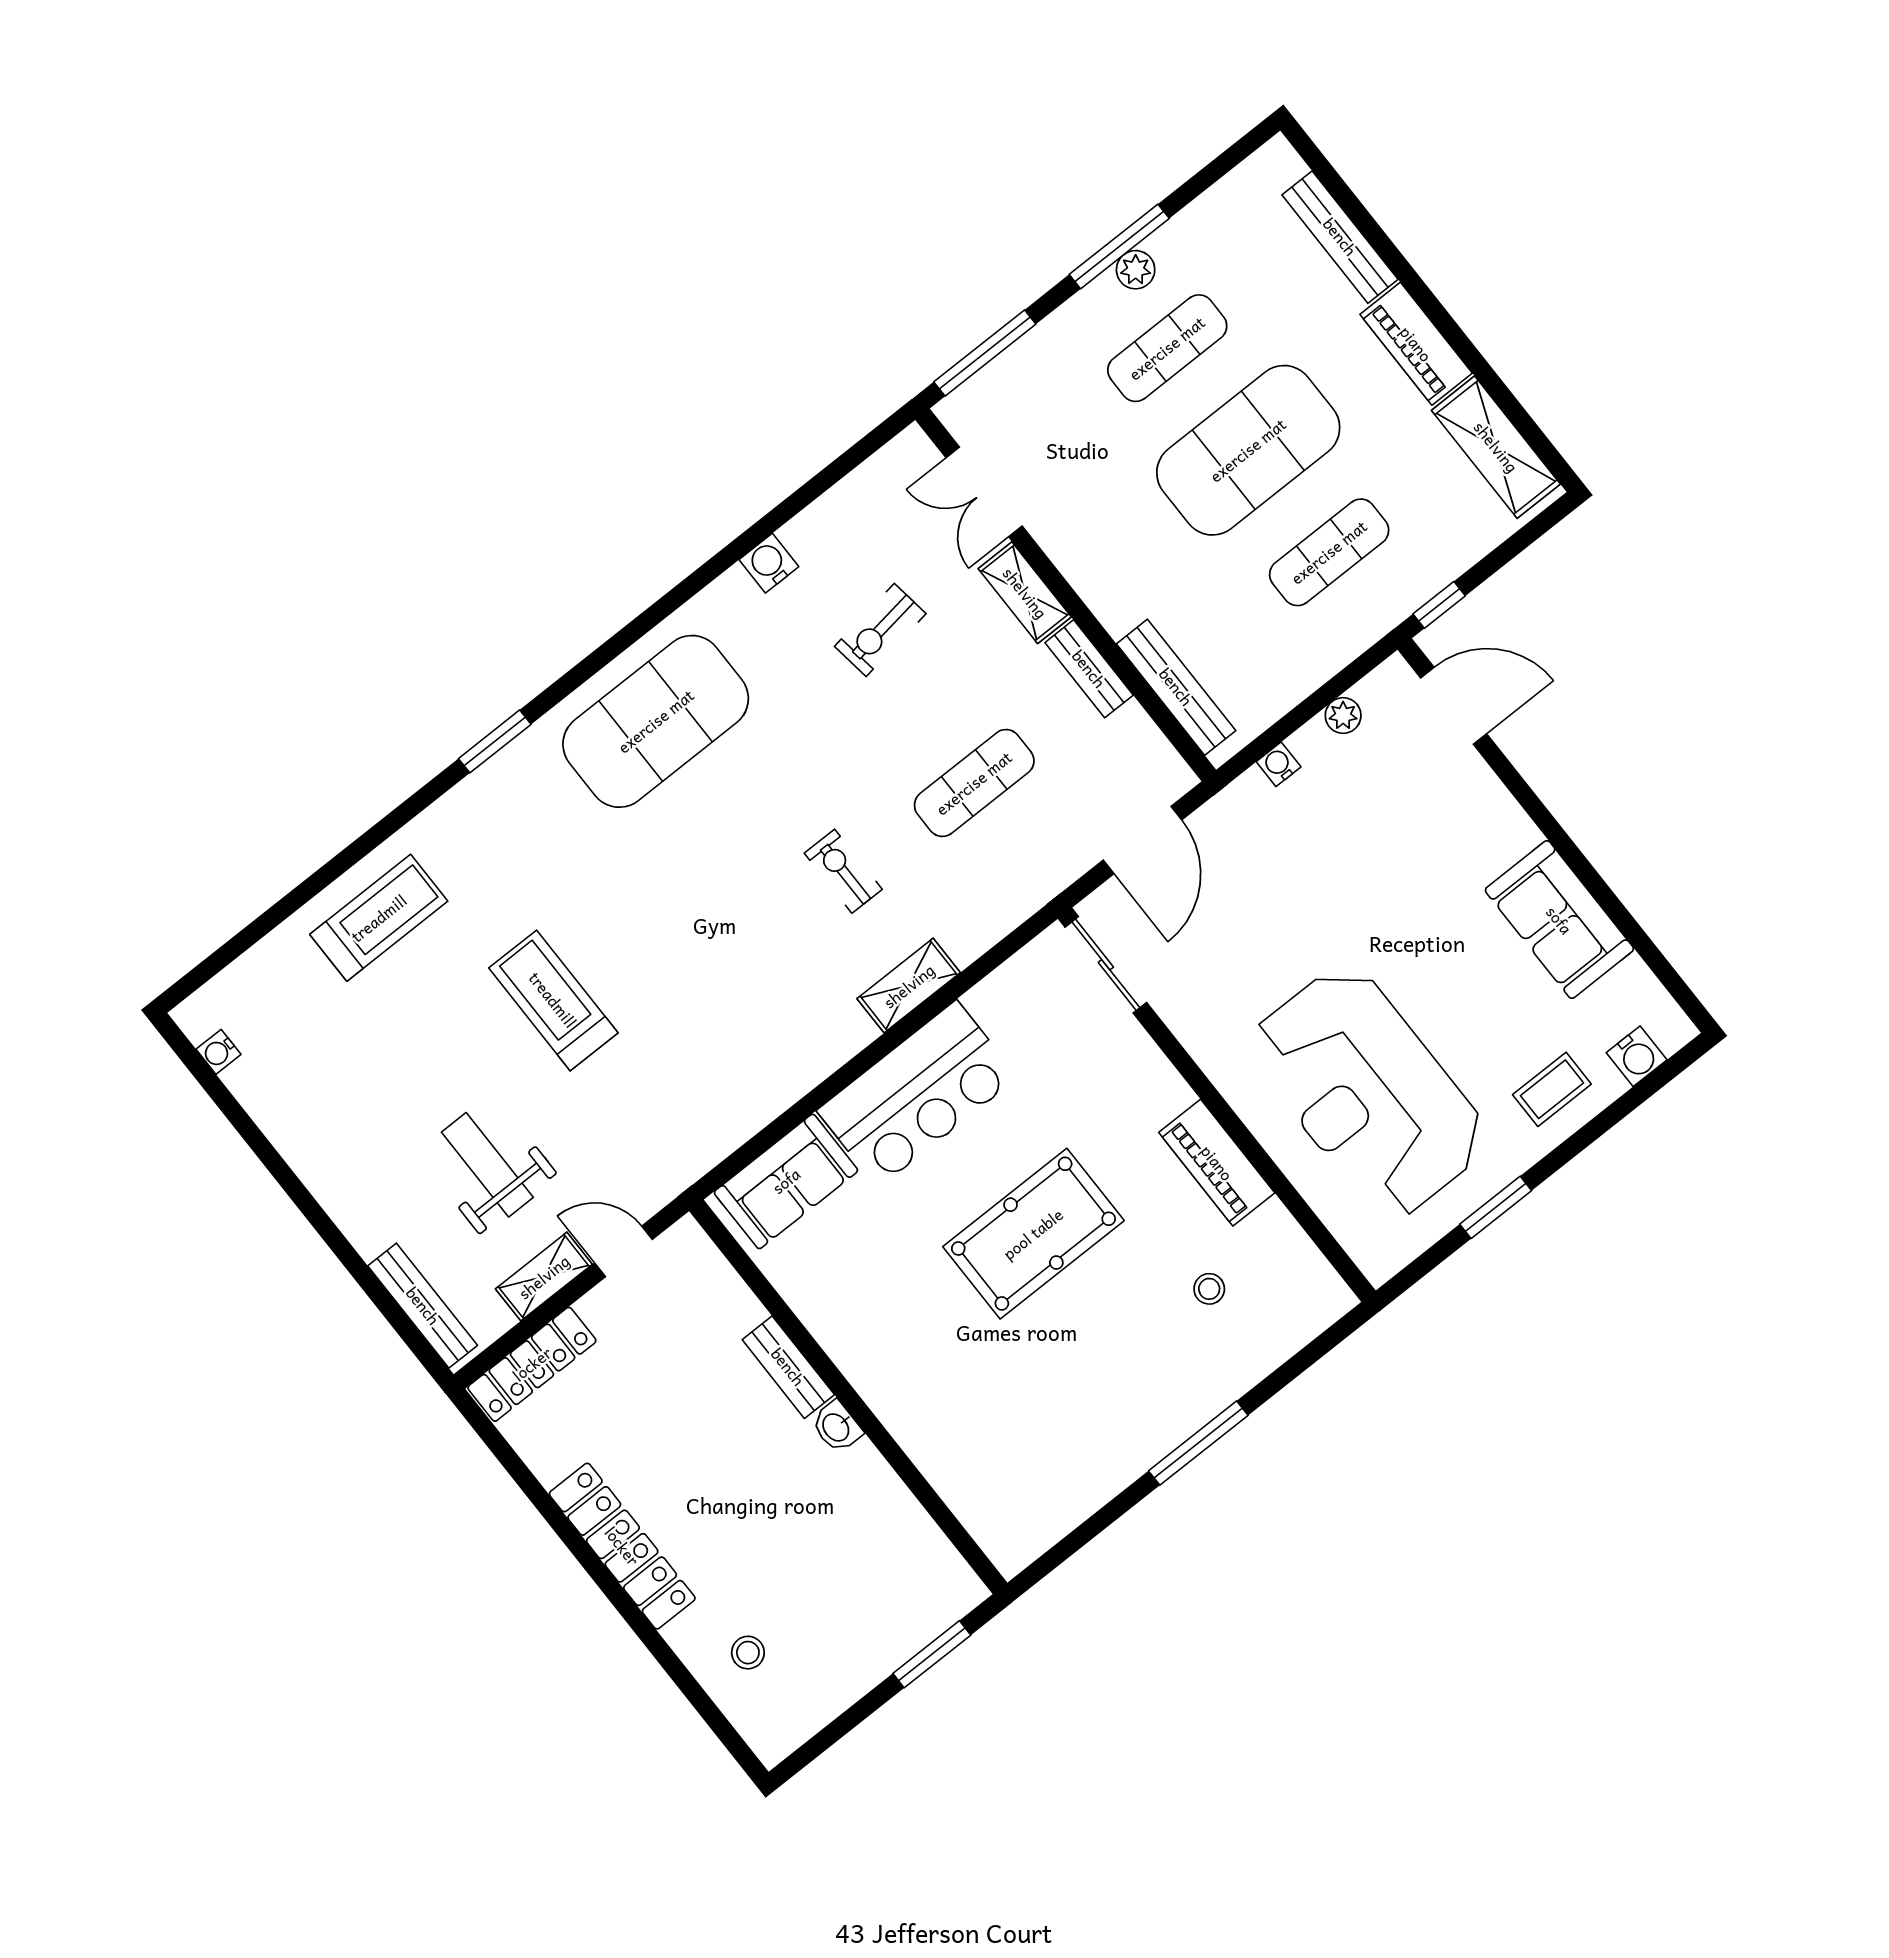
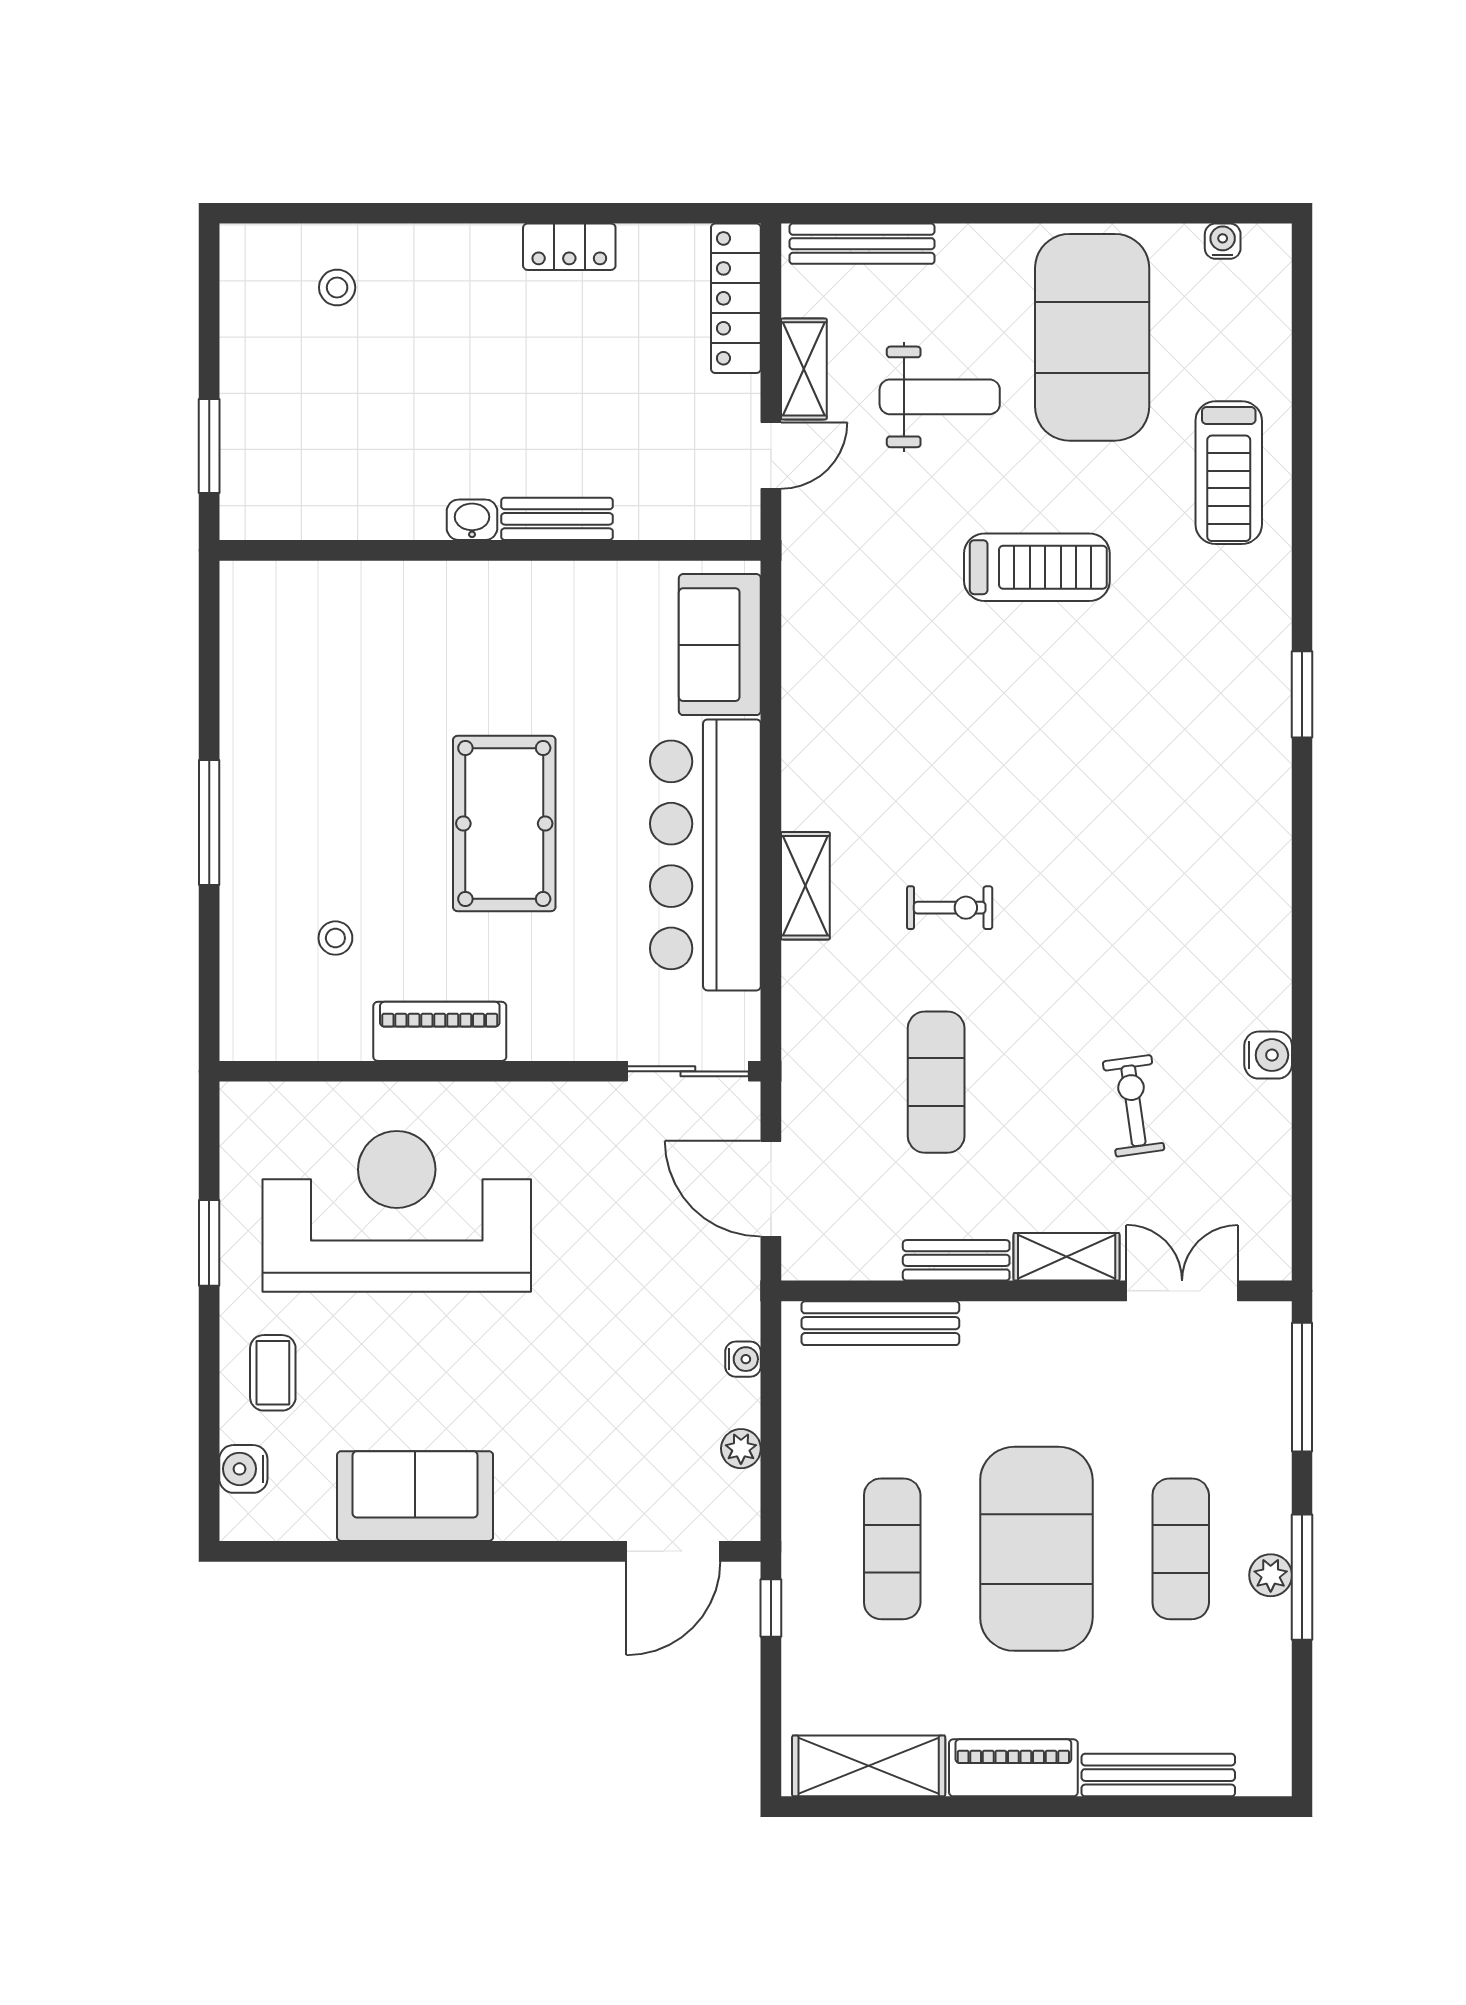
exercise mat: (656, 721) -> (1092, 337), moved
bar counter: (917, 1094) -> (705, 855), width x1.36
locker: (622, 1546) -> (569, 247), width x0.46, depth x0.83

